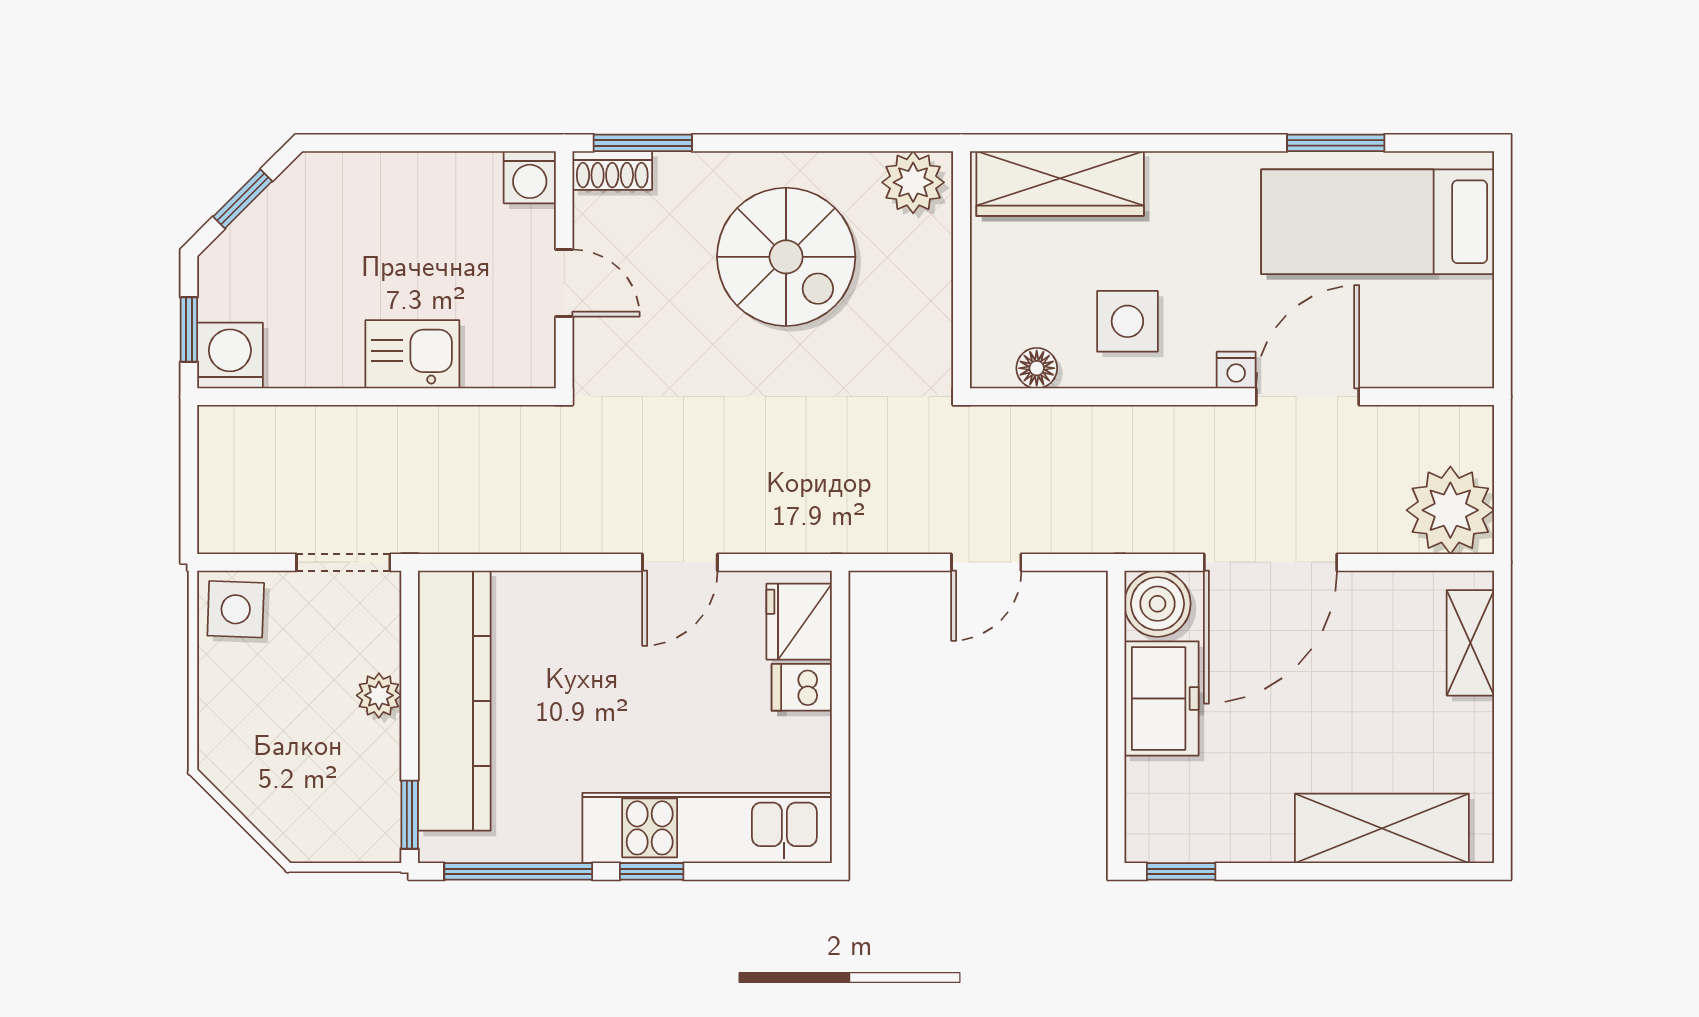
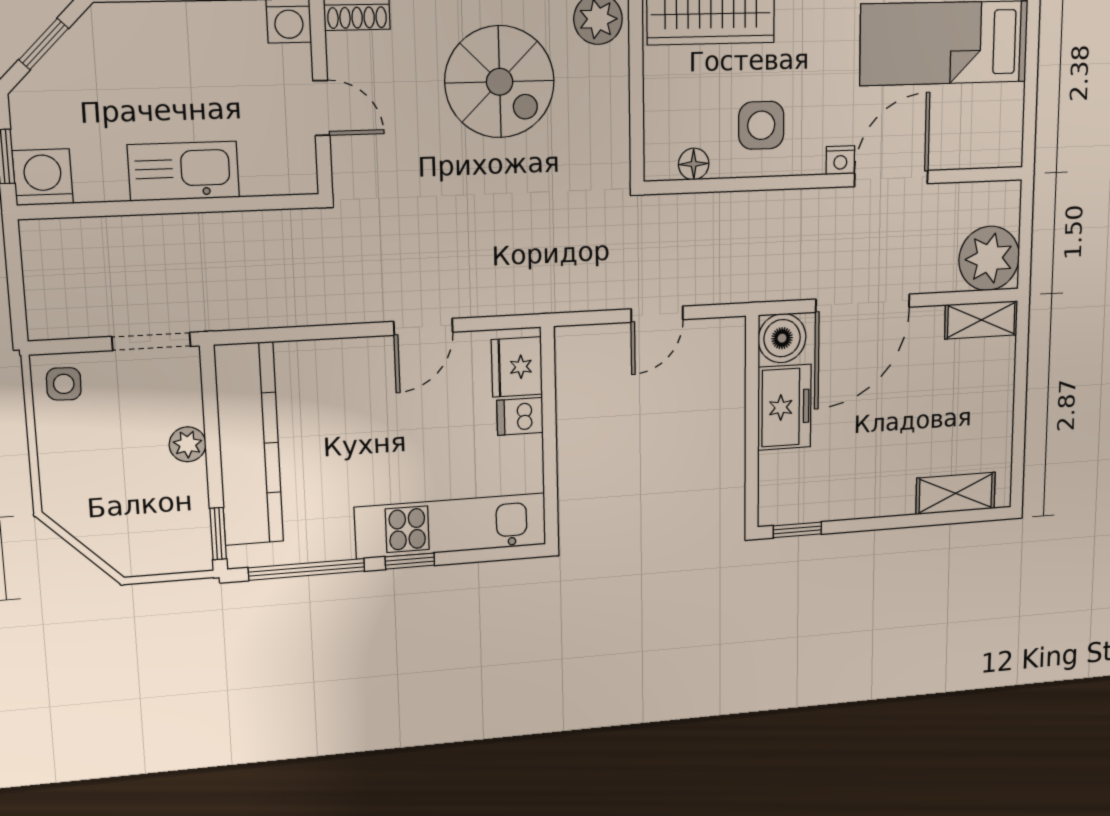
kitchen sink: (412, 354) -> (184, 171), width x1.38
side table: (236, 609) -> (64, 384), width x0.73, depth x0.73
shelving: (1470, 643) -> (981, 320), moved, turned 90
shelving: (1382, 828) -> (956, 493), width x0.67, depth x0.75

